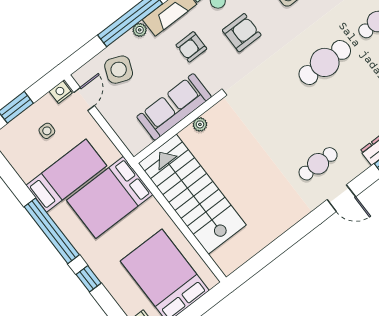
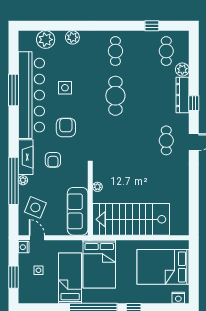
sofa: (174, 107) -> (78, 211), moved

